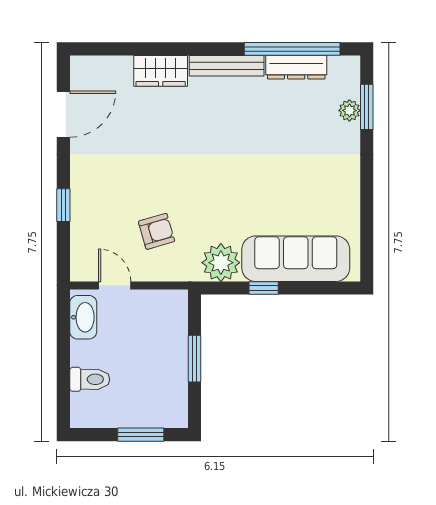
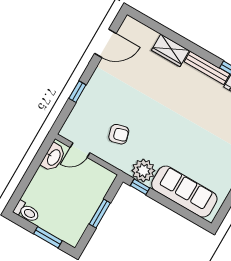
door: (115, 285) -> (80, 150), swing flipped
window: (264, 288) -> (140, 187), moved
toilet: (90, 379) -> (27, 212), moved

